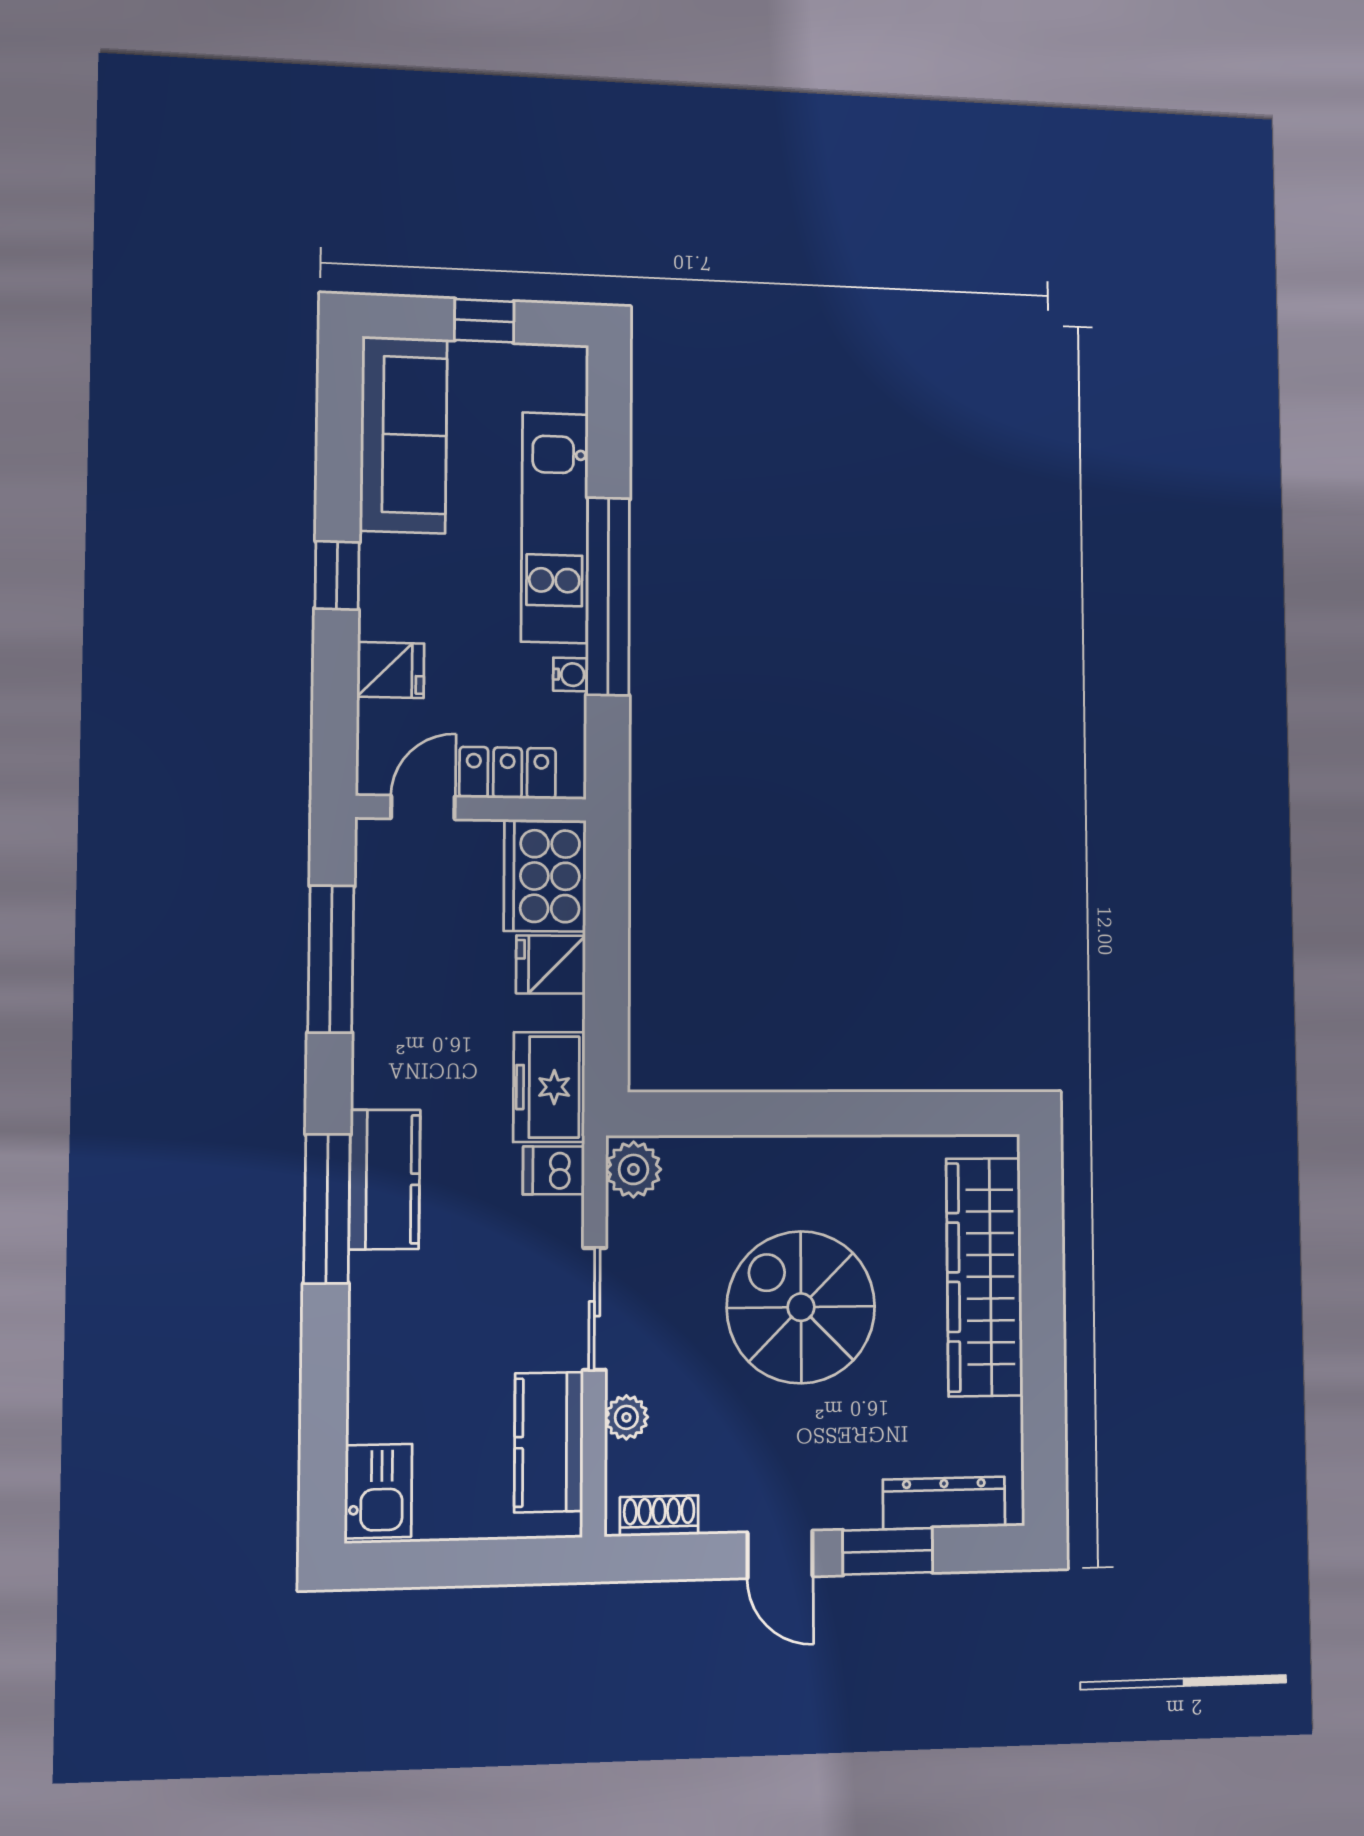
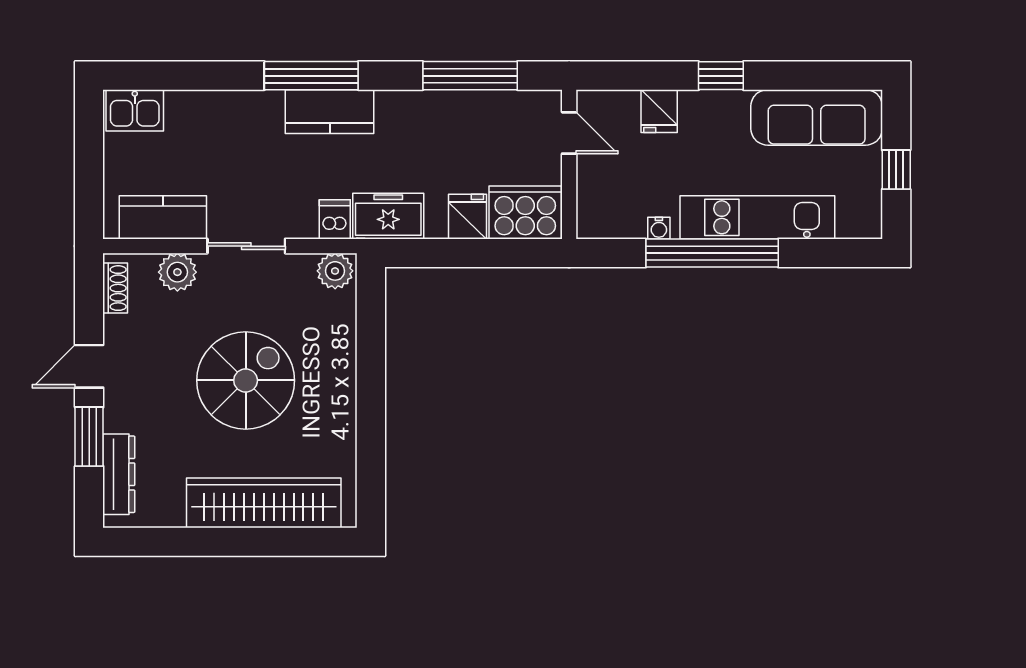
locker: (508, 773) -> (593, 188), removed
plant: (626, 1417) -> (177, 272), width x1.38, depth x1.38

